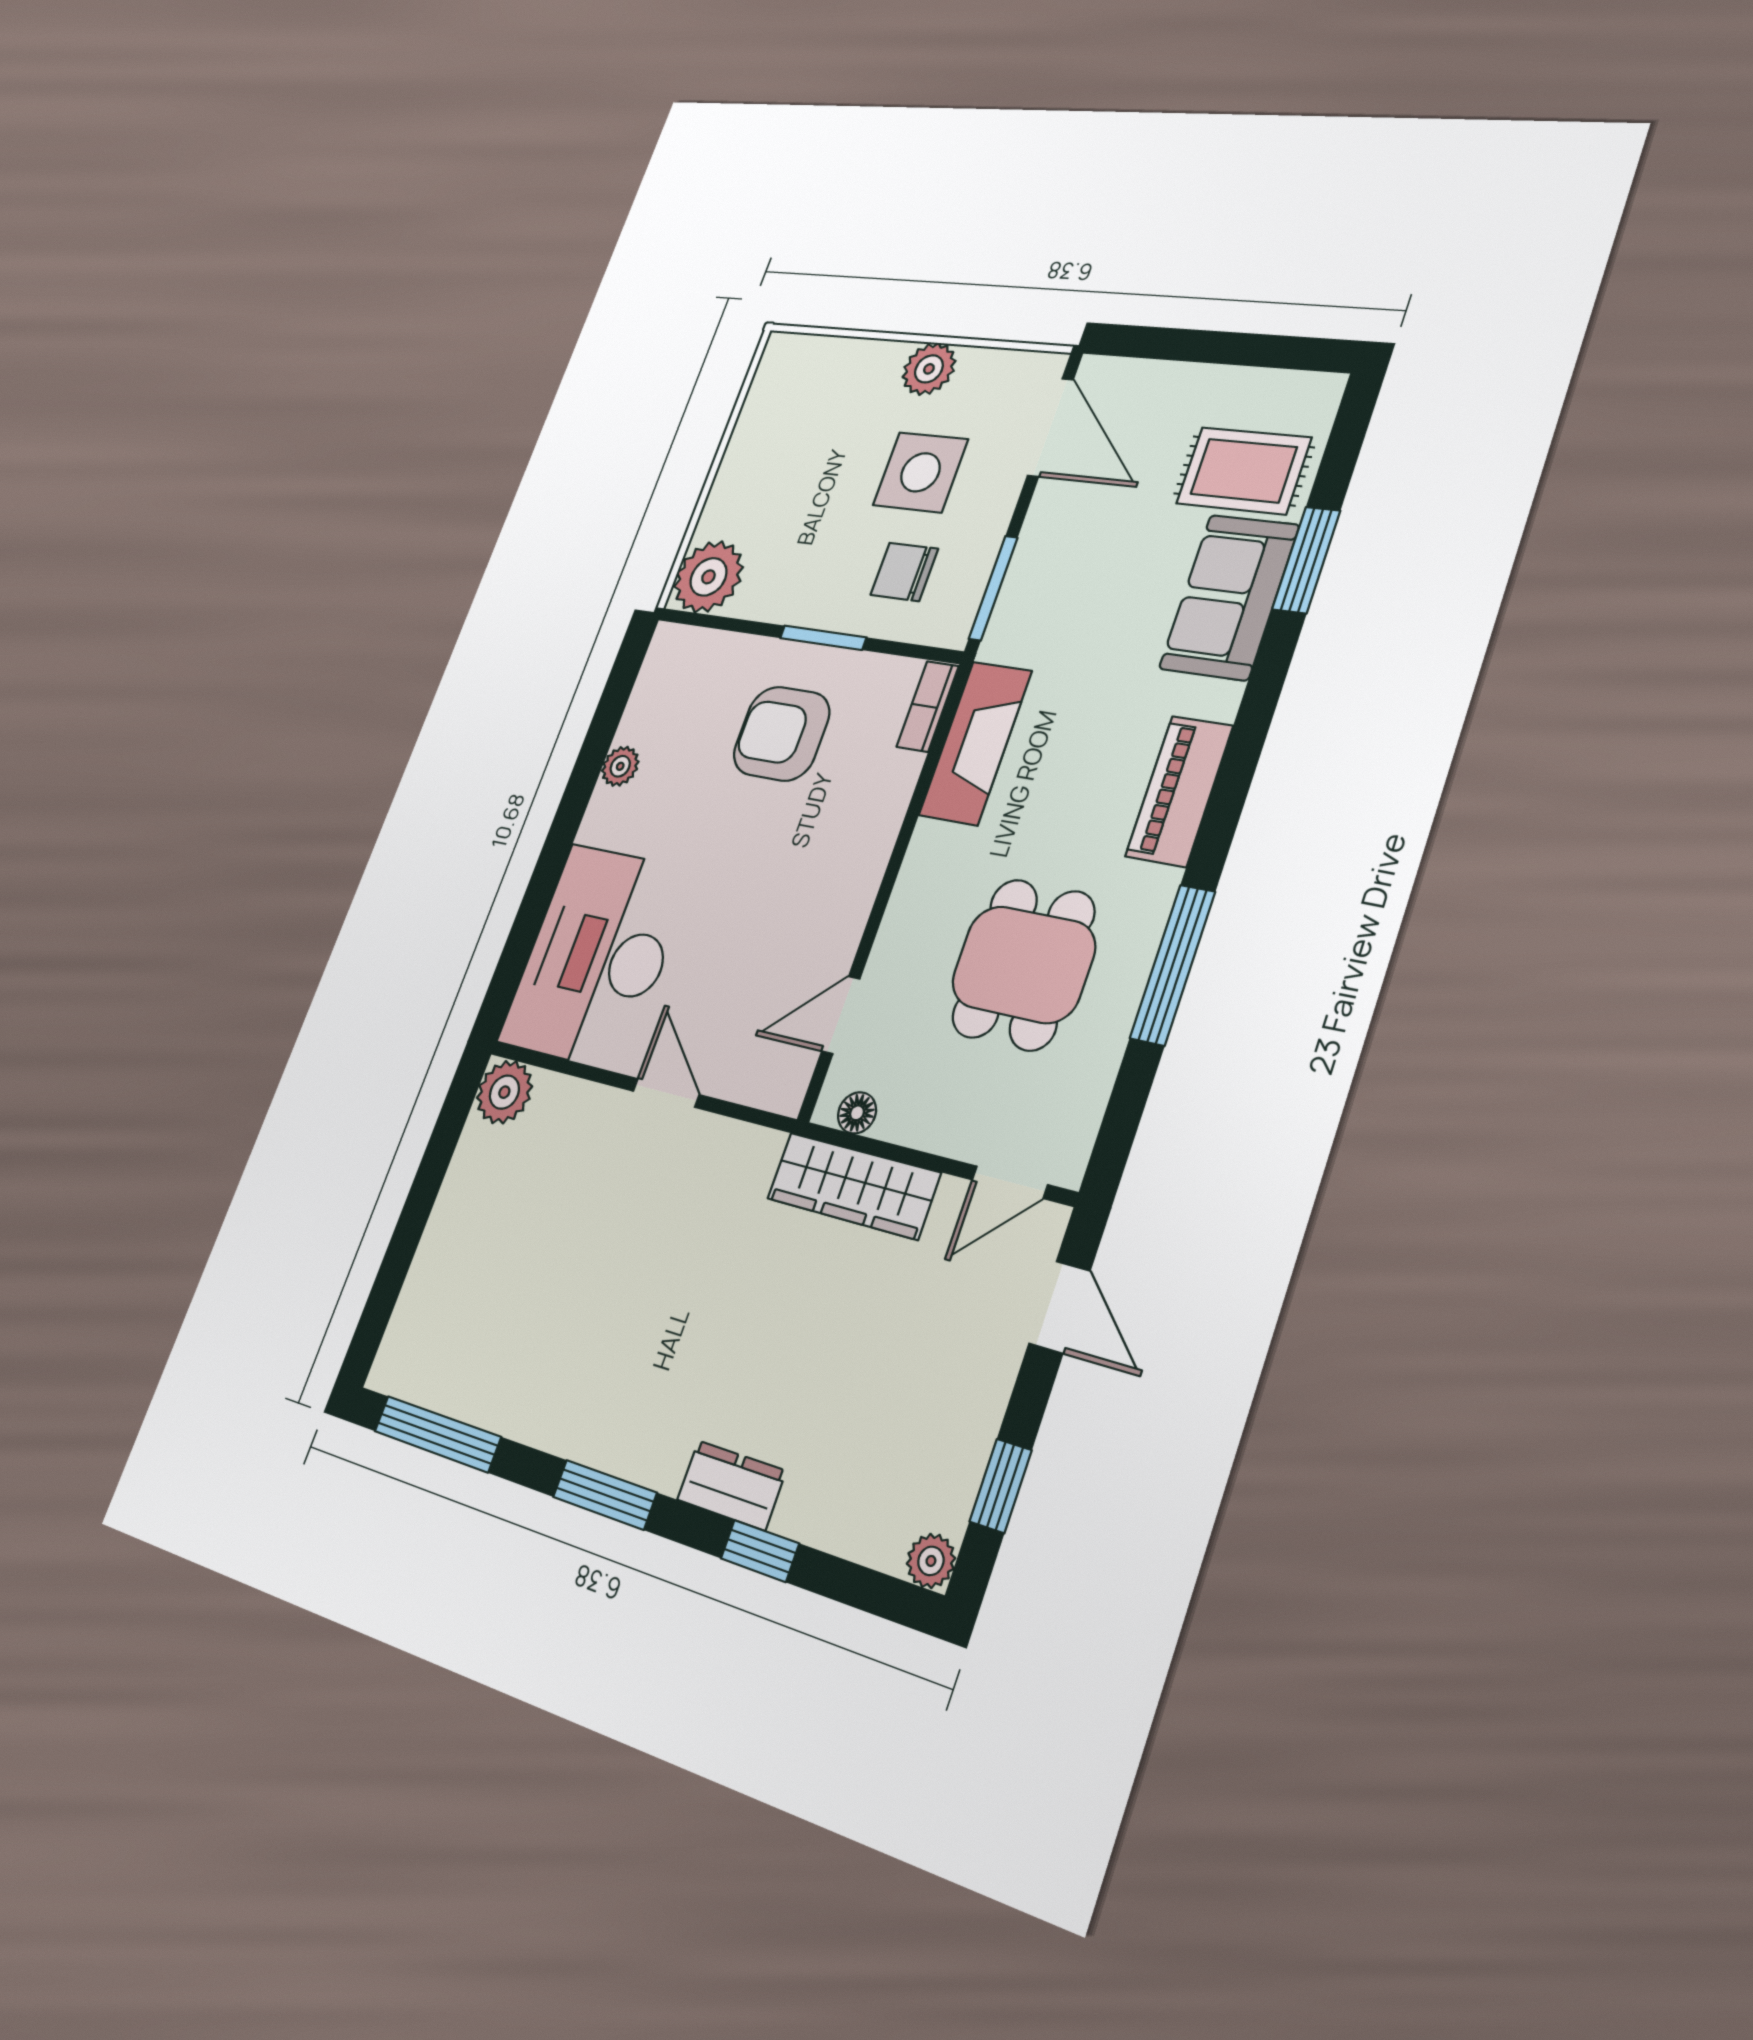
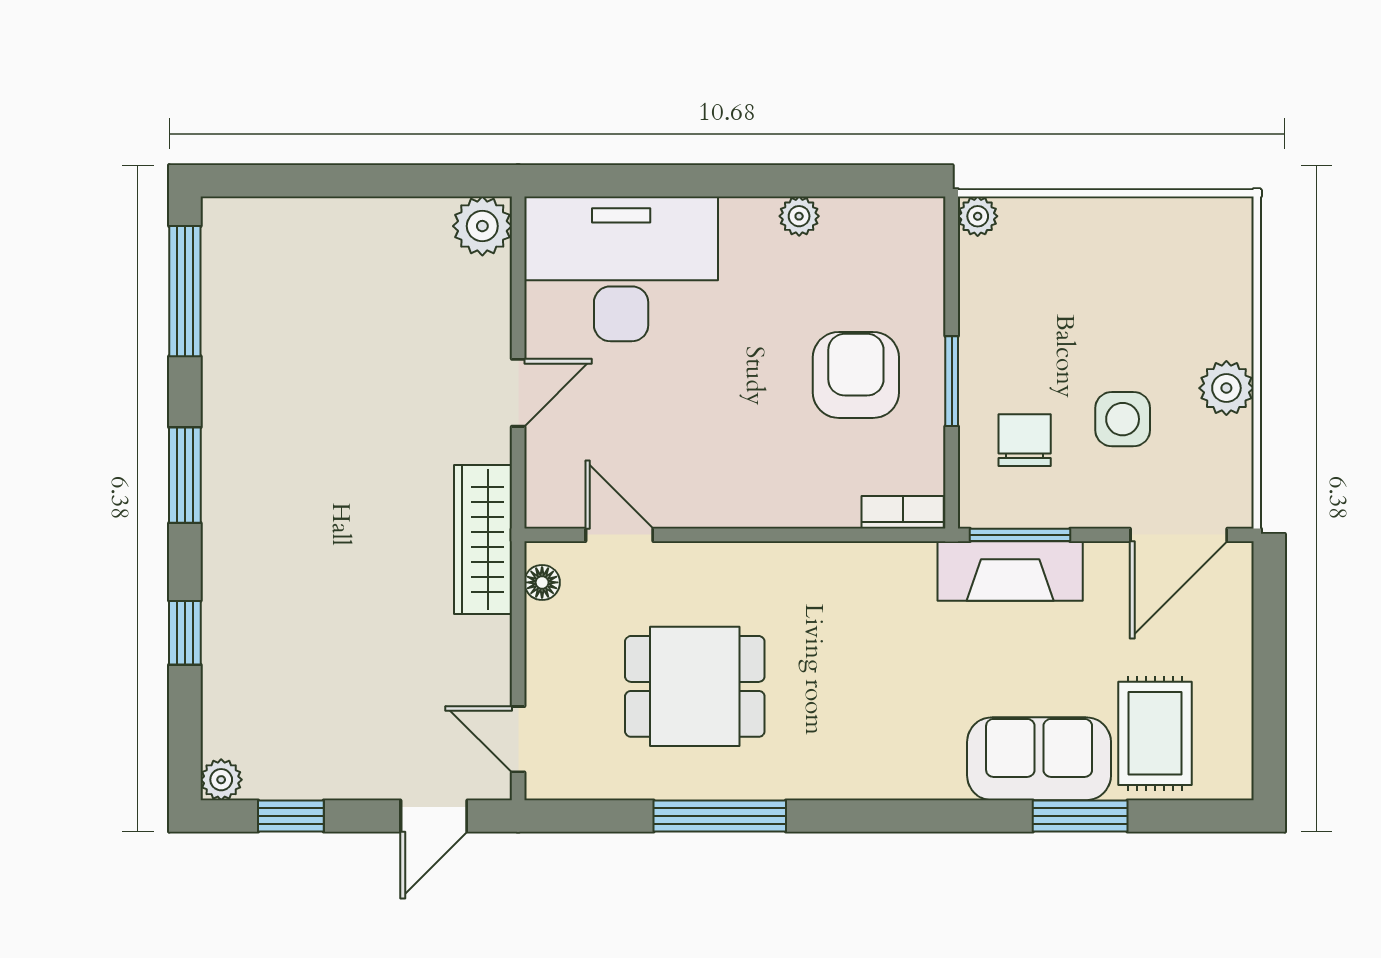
side table: (920, 472) -> (1123, 419), width x0.73, depth x0.73
plant: (708, 577) -> (978, 216), width x0.53, depth x0.53
fireplace: (975, 743) -> (1010, 571), moved
piano: (1179, 791) -> (864, 772), removed
wardrobe: (853, 1186) -> (483, 539), moved
dresser: (731, 1485) -> (225, 588), removed

